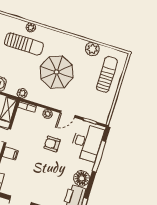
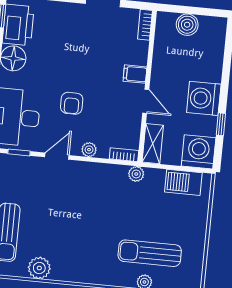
parasol: (57, 72) -> (88, 219), removed
armchair: (52, 144) -> (72, 103), turned 90

